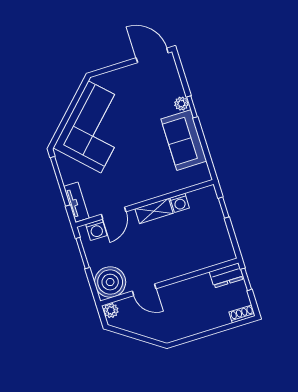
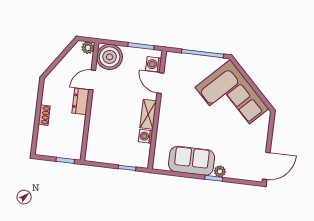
tv unit: (77, 202) -> (181, 59), removed
dresser: (226, 275) -> (80, 101), moved
shoe rack: (242, 314) -> (44, 115), moved

